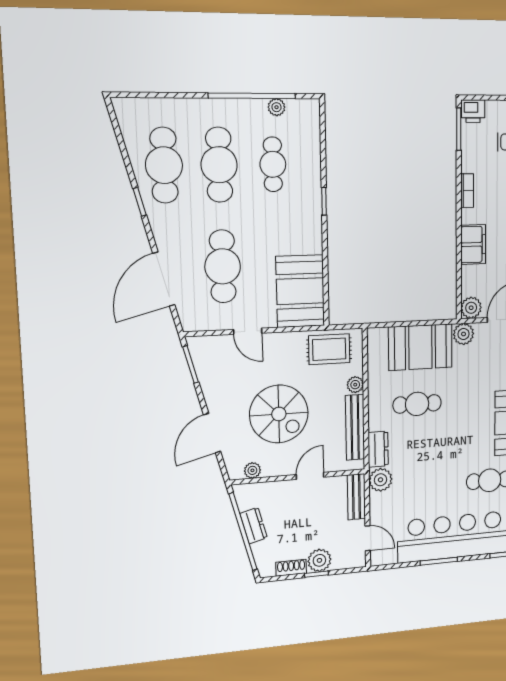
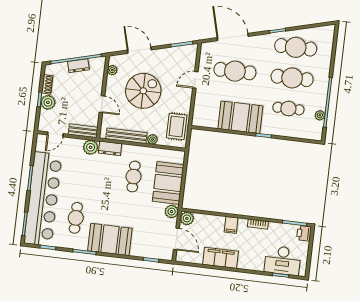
filing cabinet: (473, 244) -> (231, 225), width x0.50
booth: (300, 291) -> (240, 117), moved
spiral stairs: (279, 414) -> (143, 91), turned 180

